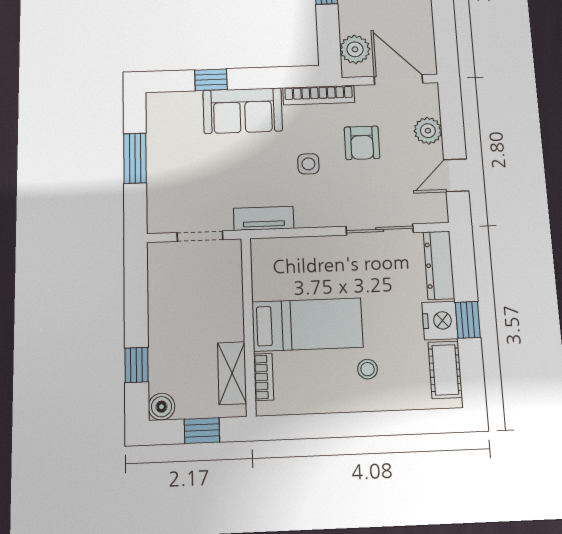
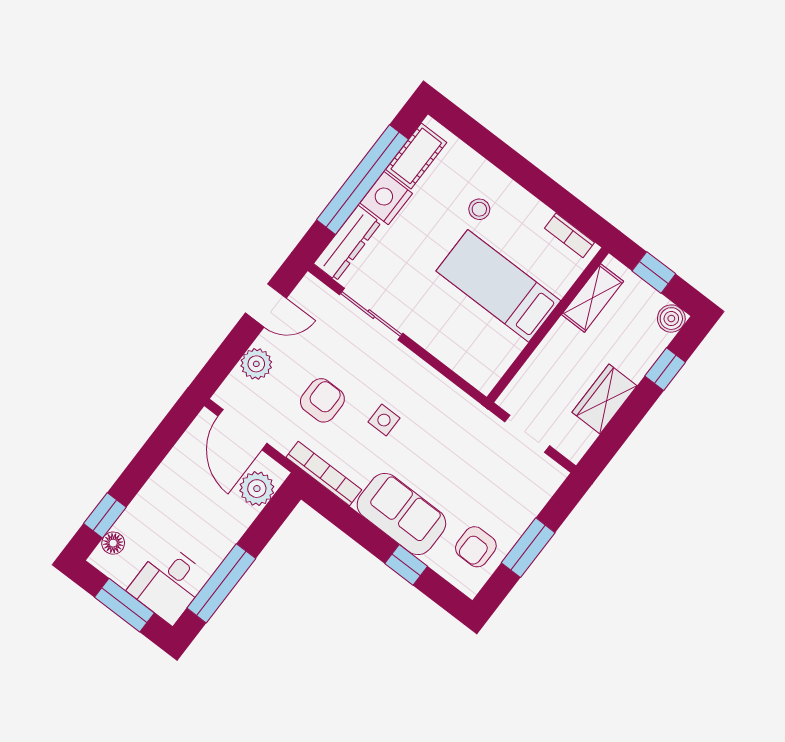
armchair: (172, 130) -> (476, 547), added
tv unit: (264, 218) -> (461, 405), removed
wardrobe: (164, 306) -> (605, 399), added
window: (468, 320) -> (363, 180), width x3.17
bookcase: (264, 377) -> (570, 235), moved, turned -90

